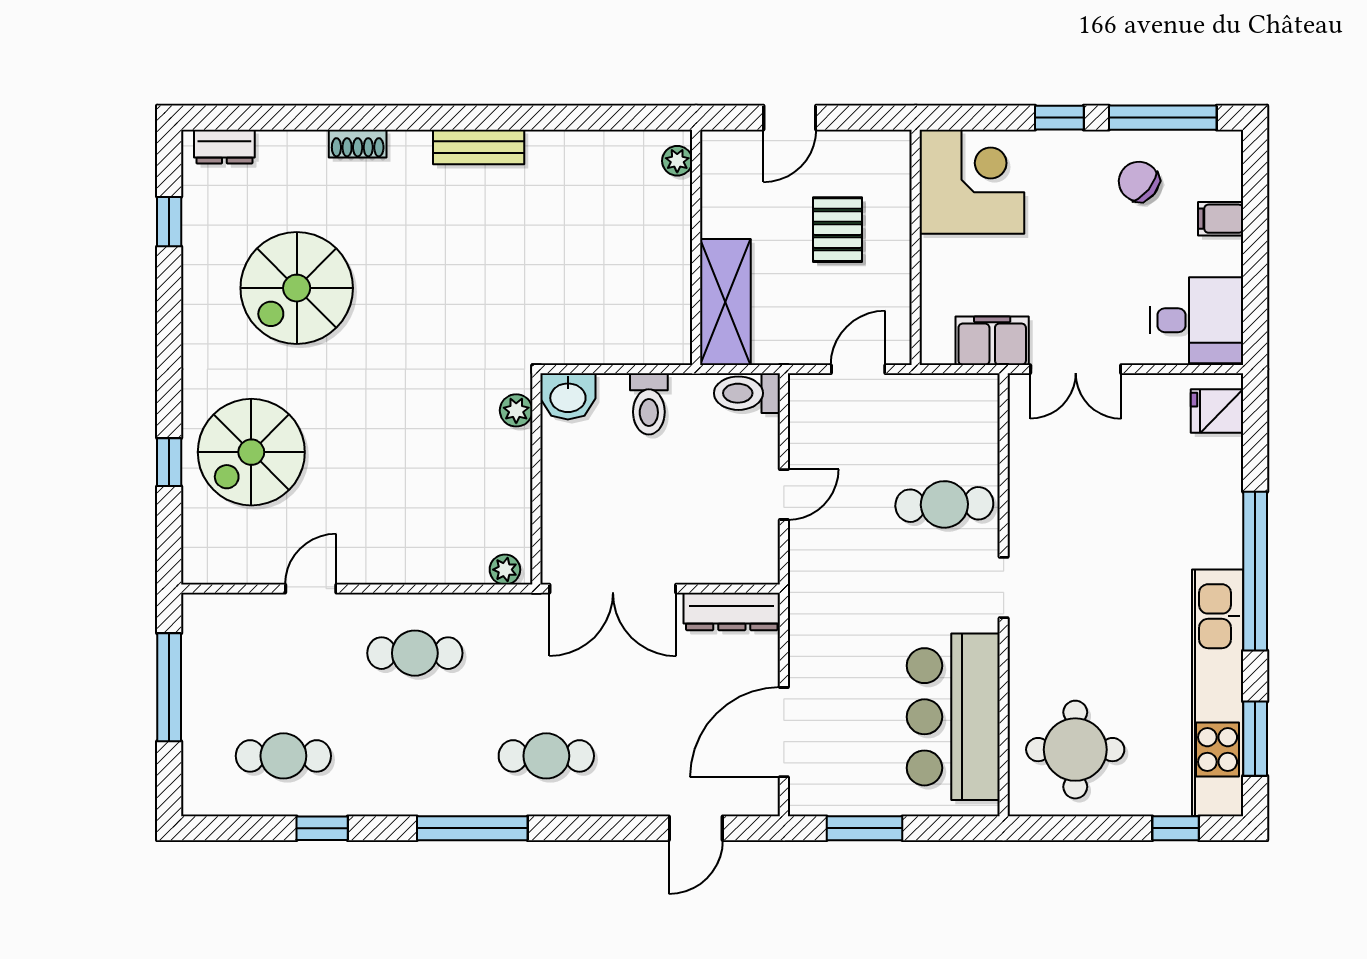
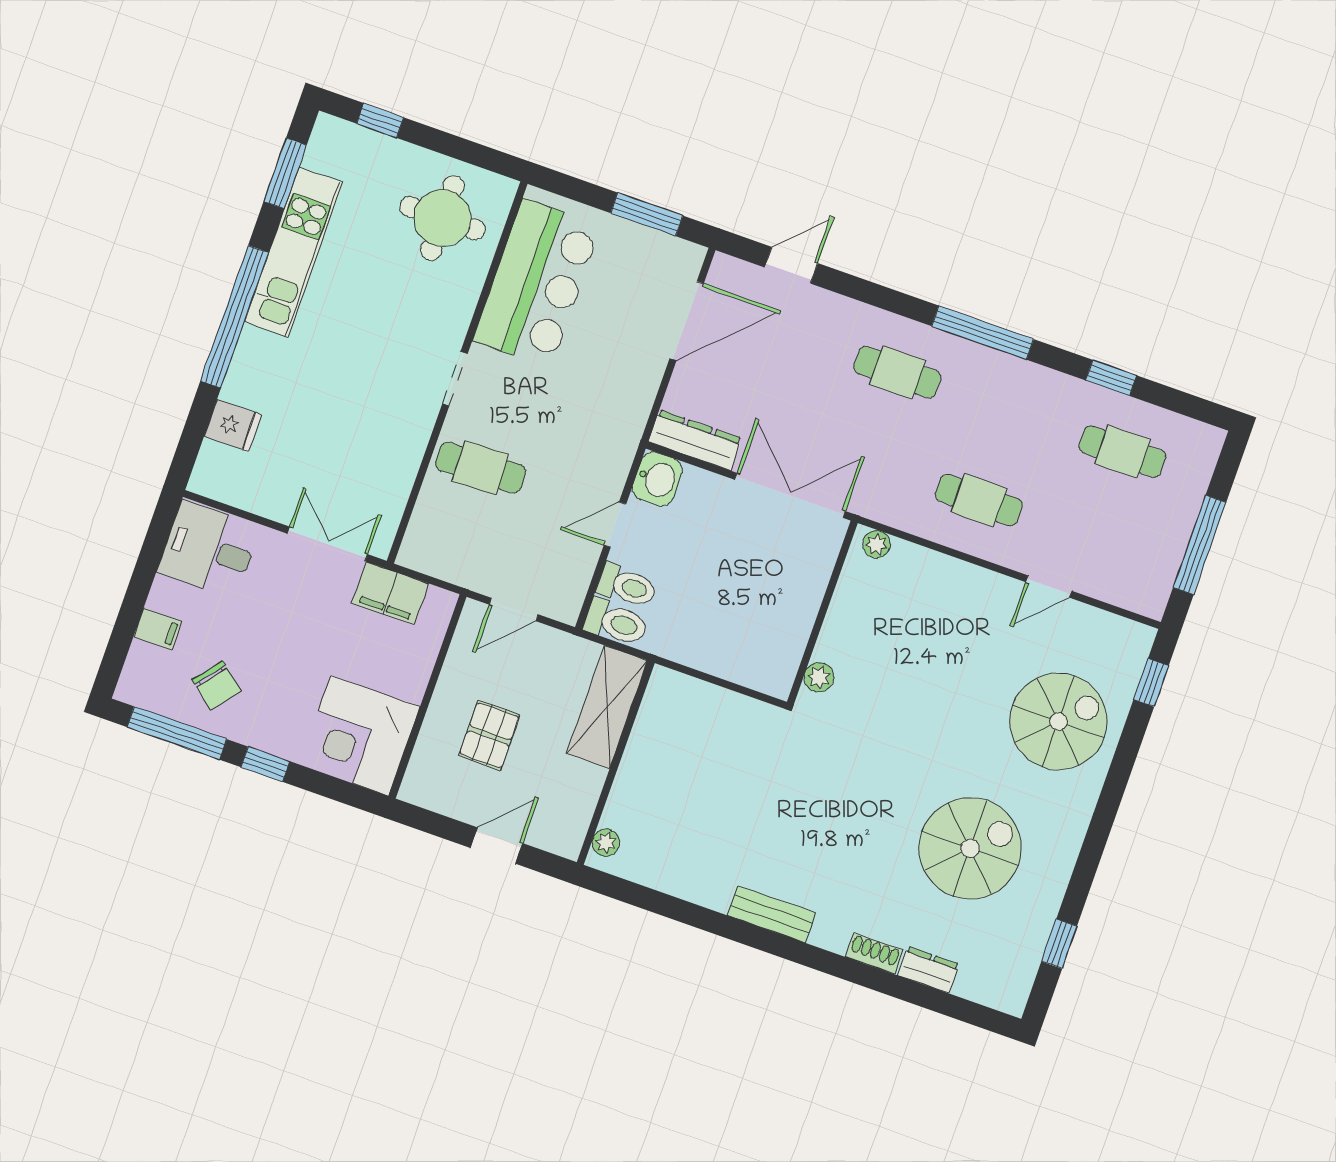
dresser: (224, 147) -> (929, 970), moved
washbasin: (568, 396) -> (657, 479), moved, turned 90
toilet: (649, 404) -> (627, 586), moved, turned 90
fridge: (1217, 411) -> (233, 426), moved
window: (169, 462) -> (1151, 683), moved
kitchen unit: (1218, 693) -> (293, 252), width x0.73

